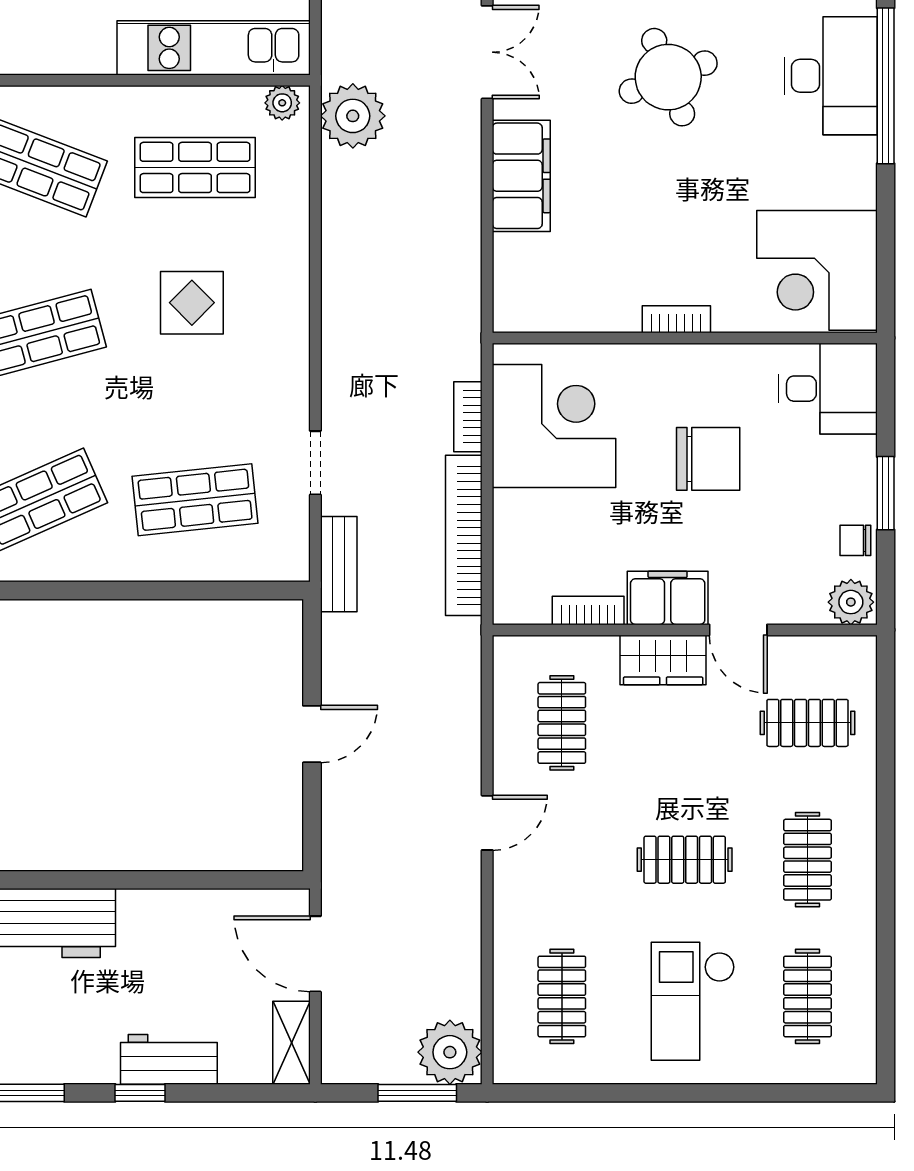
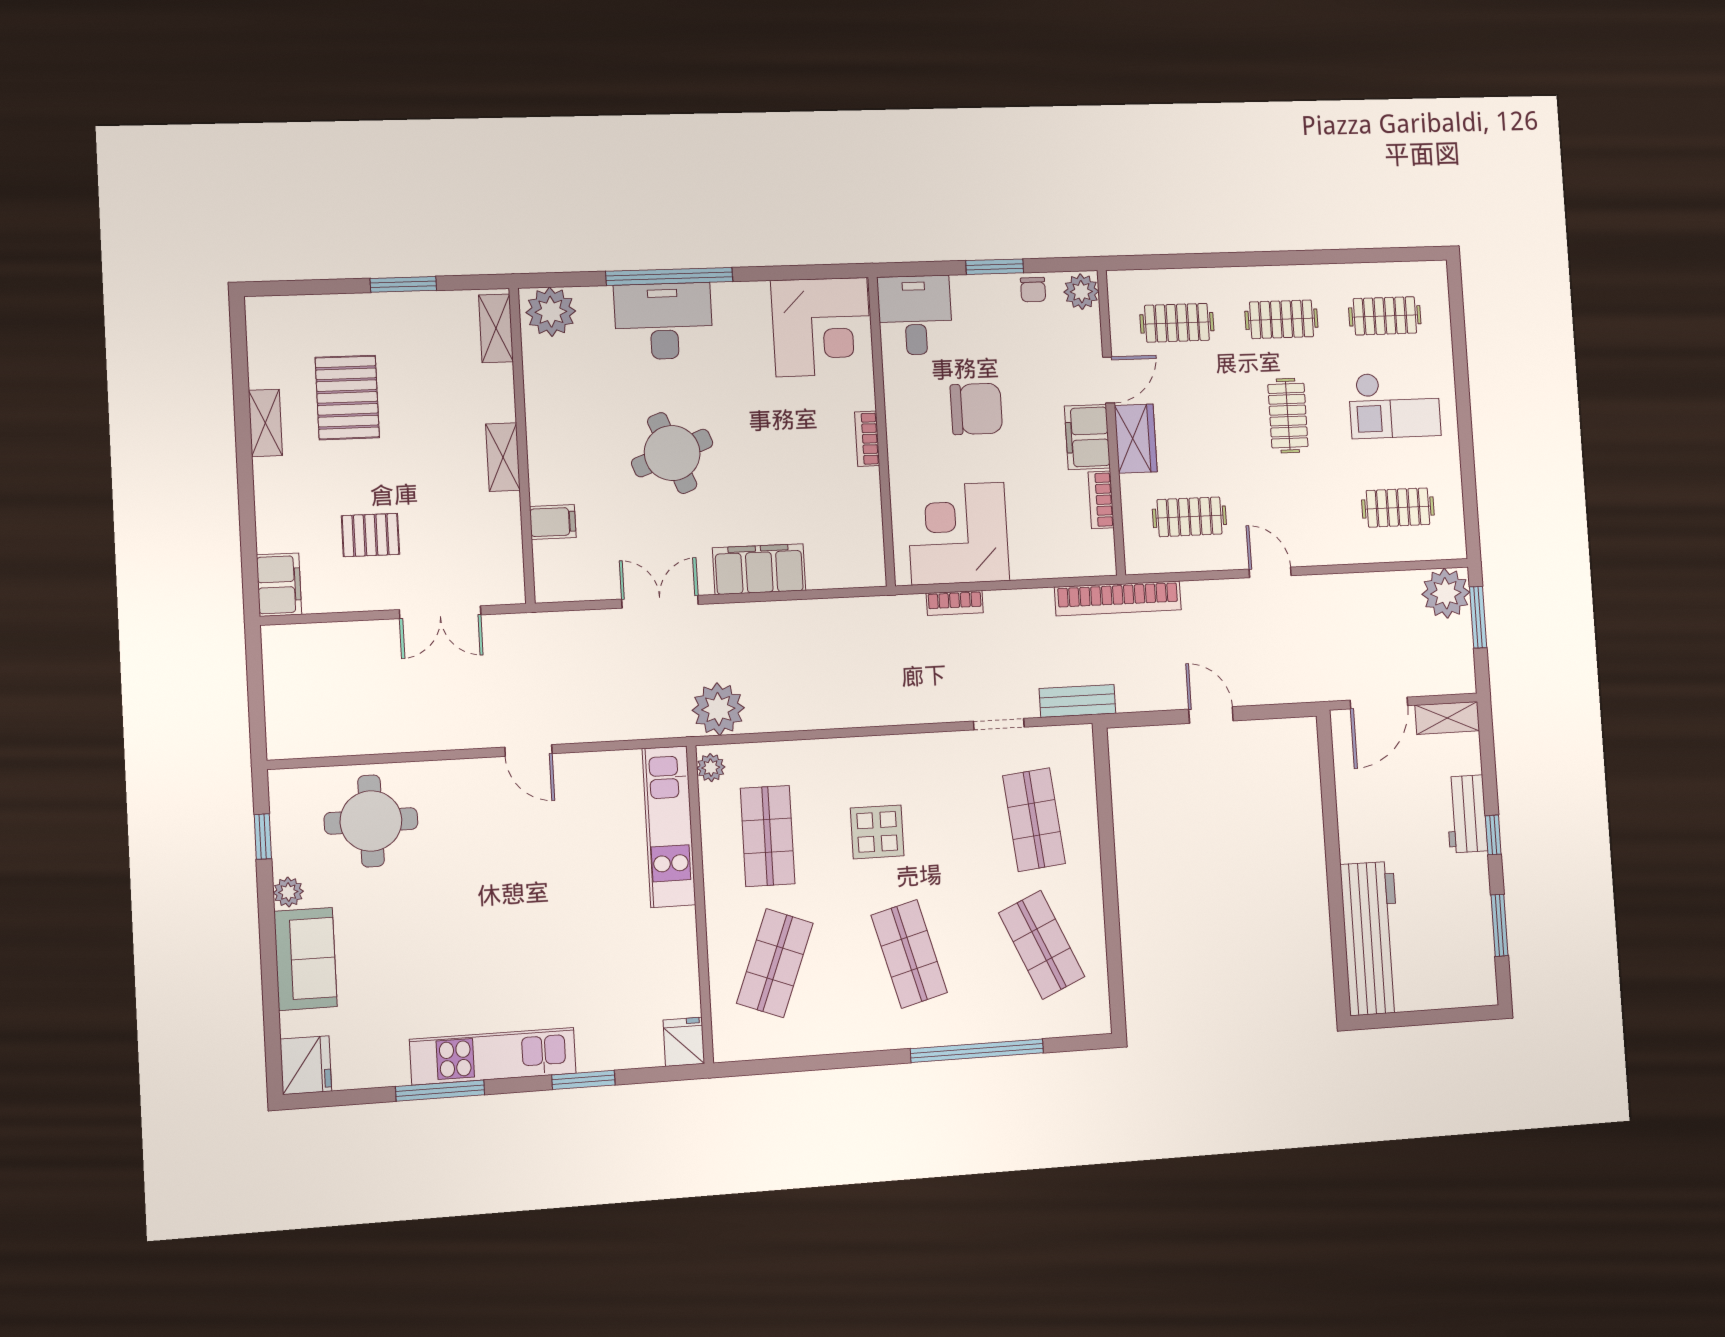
chair: (708, 459) -> (976, 409), turned 90
bookcase: (464, 535) -> (1118, 598), moved
clothes rail: (807, 723) -> (1177, 323), turned 90

